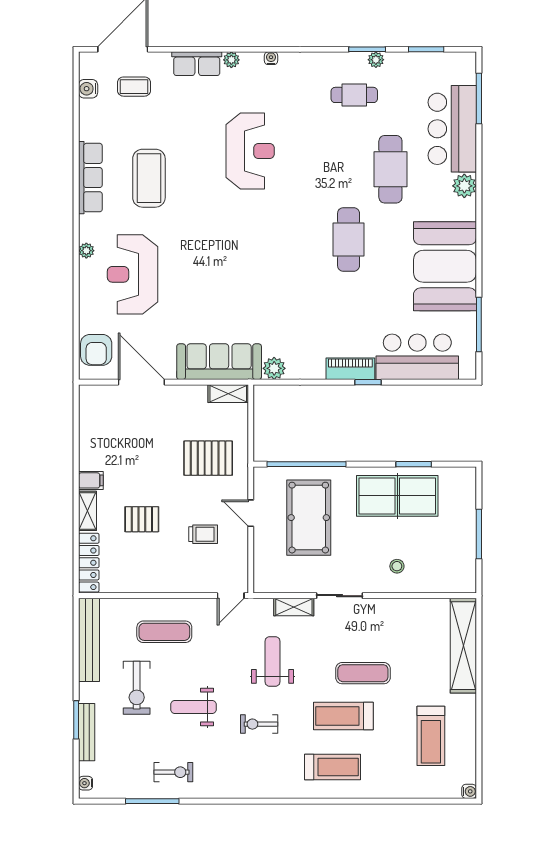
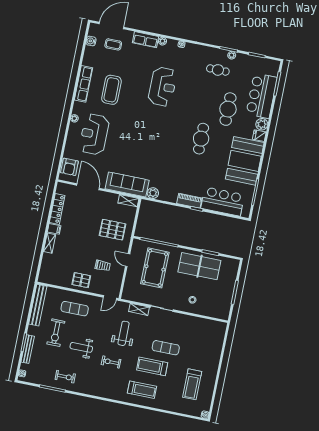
fridge: (464, 210) -> (259, 136), added
pallet: (142, 519) -> (81, 280), moved
locker: (89, 563) -> (57, 209), moved
shelving: (463, 646) -> (216, 344), removed

